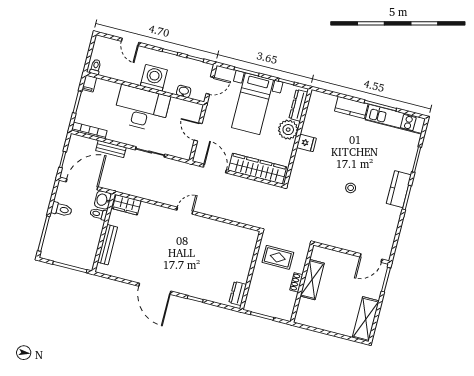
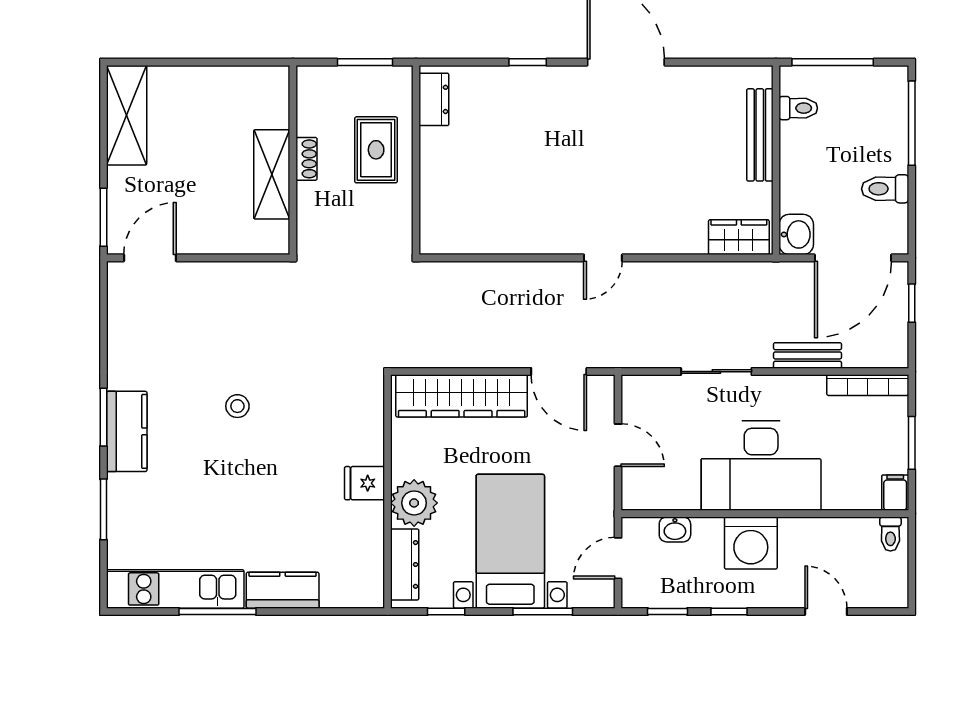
toilet: (98, 214) -> (798, 108), moved
rug: (278, 257) -> (376, 150), moved, turned 90

